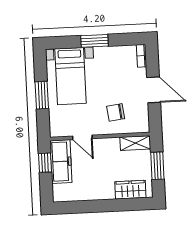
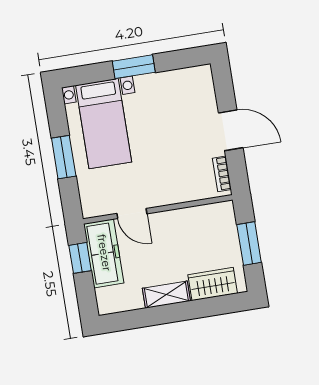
bookcase: (142, 56) -> (222, 174), moved
chair: (116, 112) -> (177, 171), removed
shelving: (135, 143) -> (166, 295), moved

